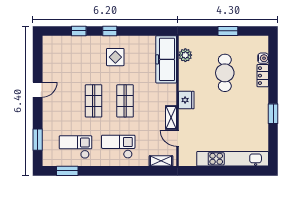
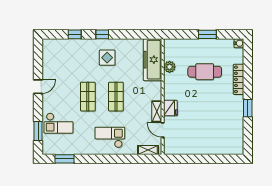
plant: (185, 55) -> (170, 67), moved
water cooler: (263, 58) -> (239, 43), moved
cafe table: (225, 73) -> (205, 72), turned 90
locker: (263, 76) -> (238, 79), width x1.53
fridge: (186, 100) -> (170, 108), moved
checkout: (75, 147) -> (59, 123), moved, turned 180
kitchen unit: (233, 159) -> (212, 148), removed

